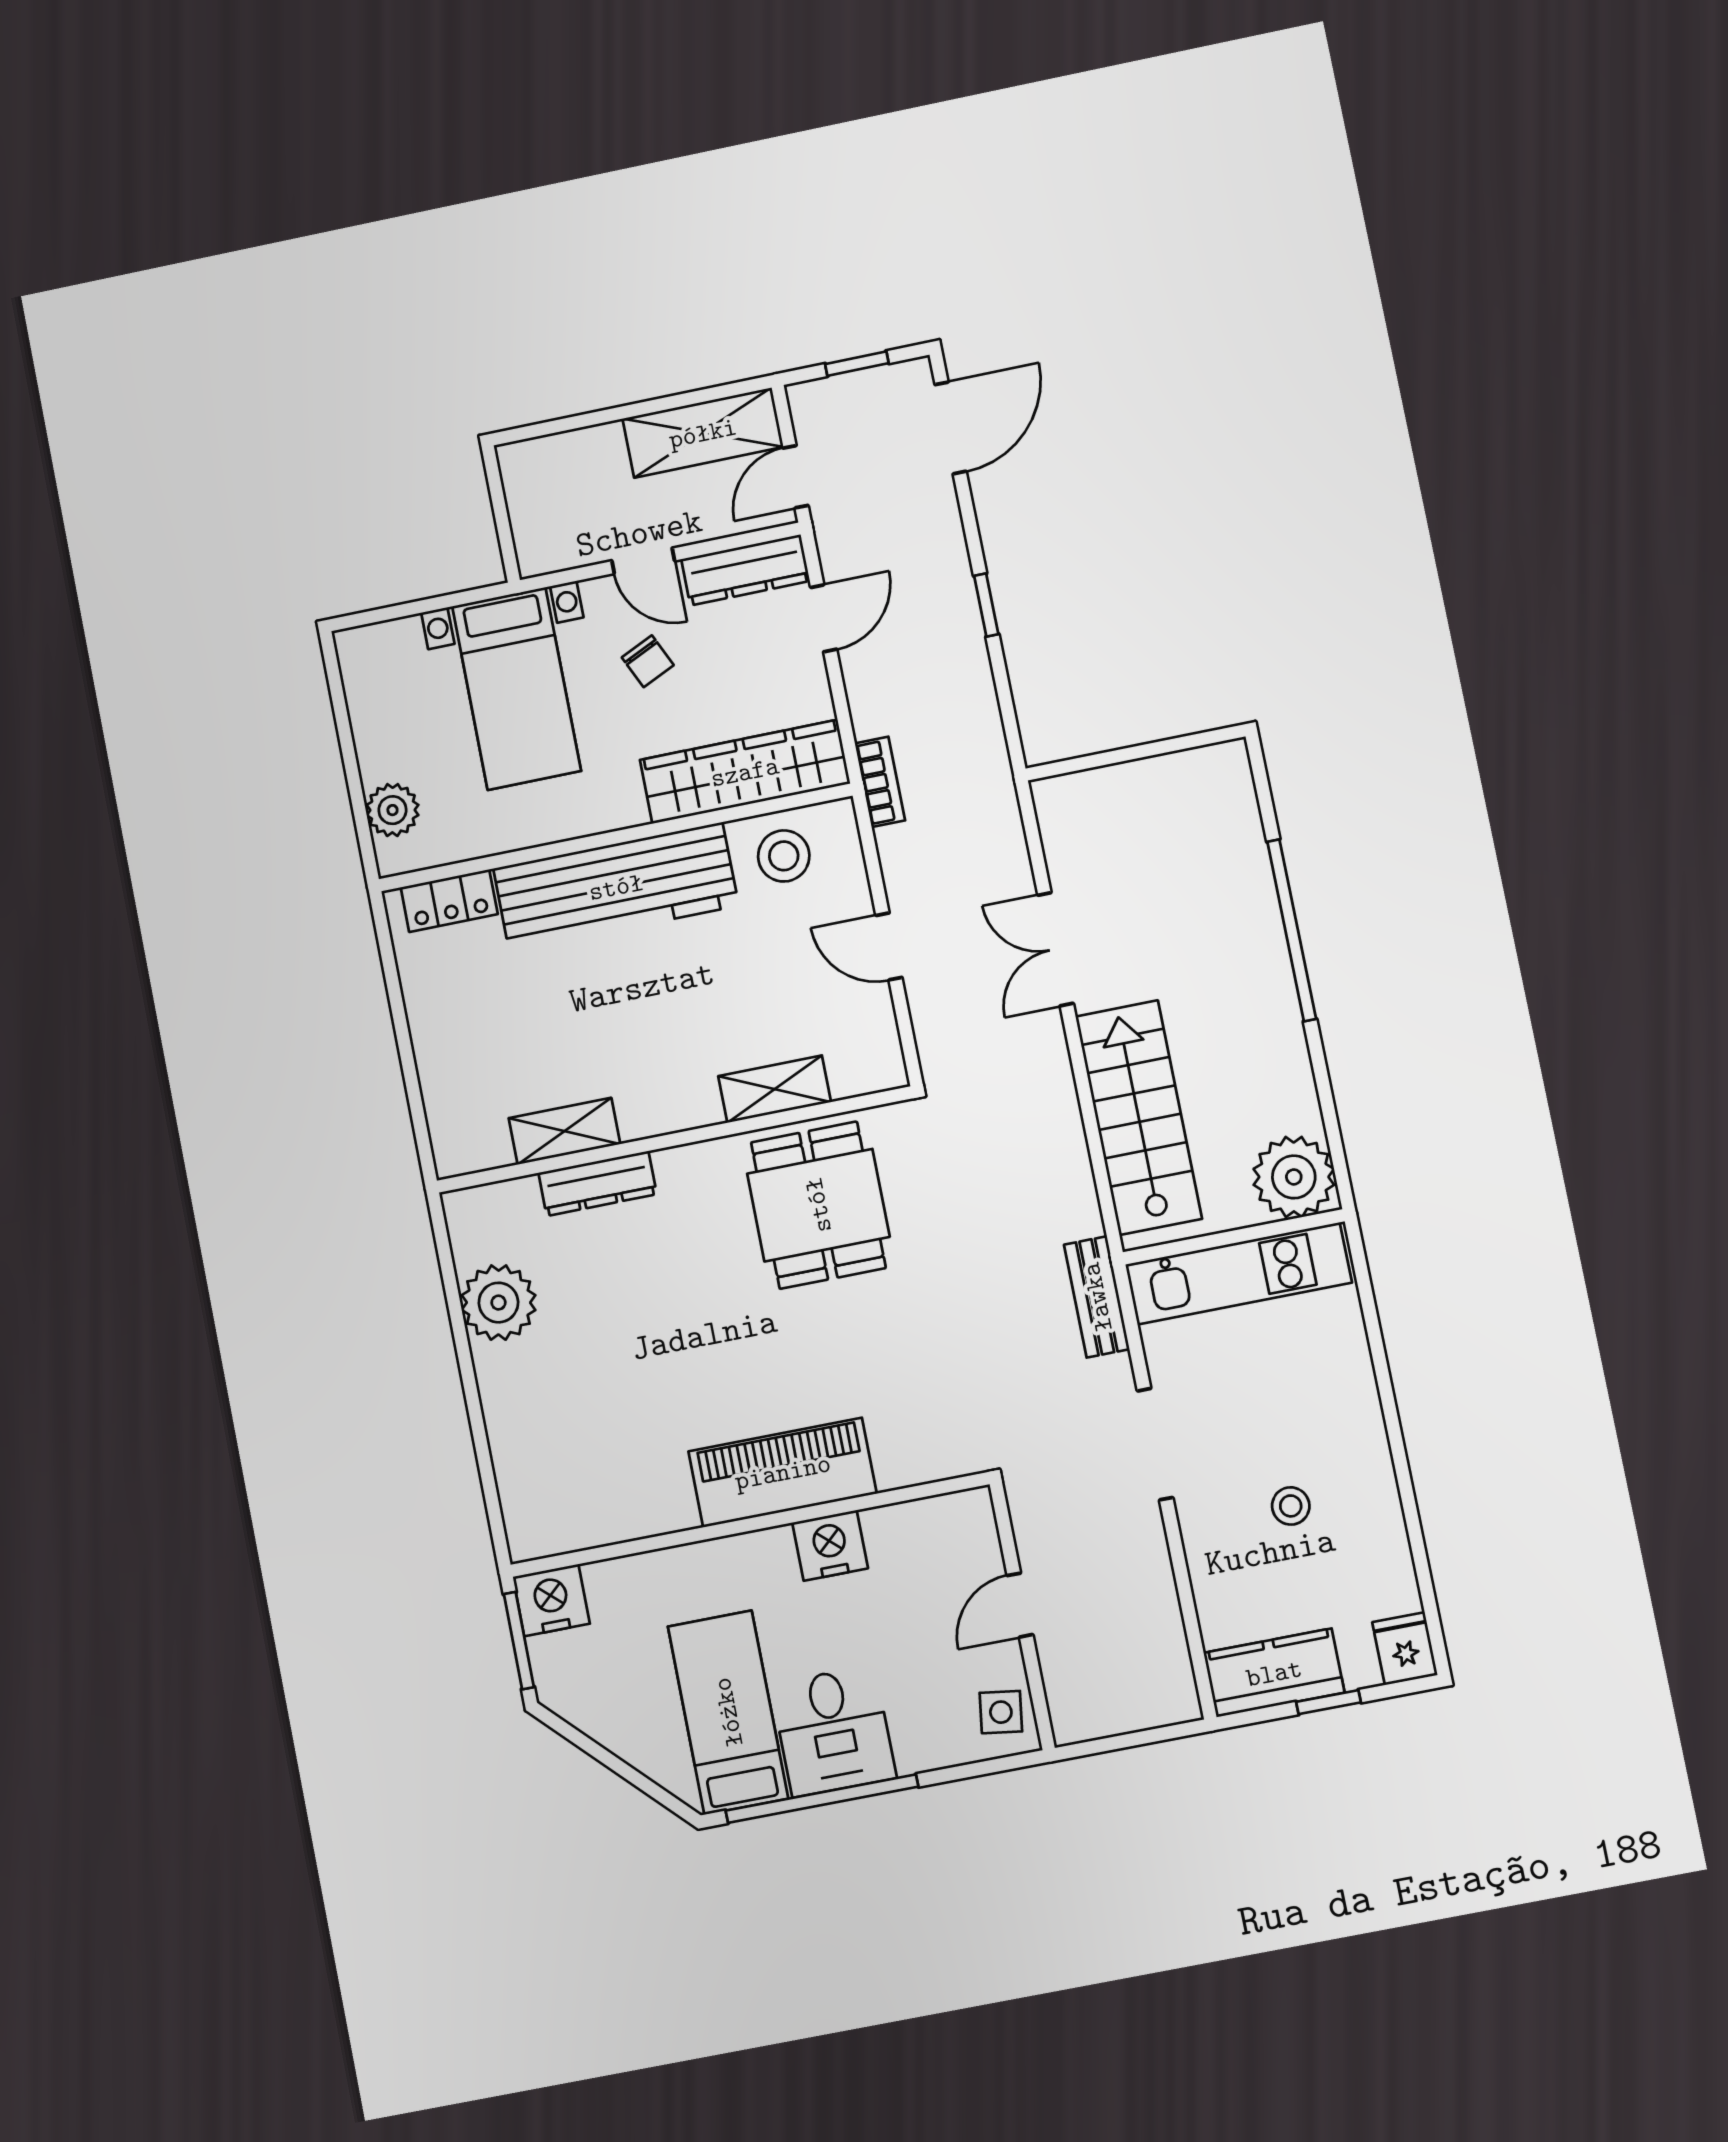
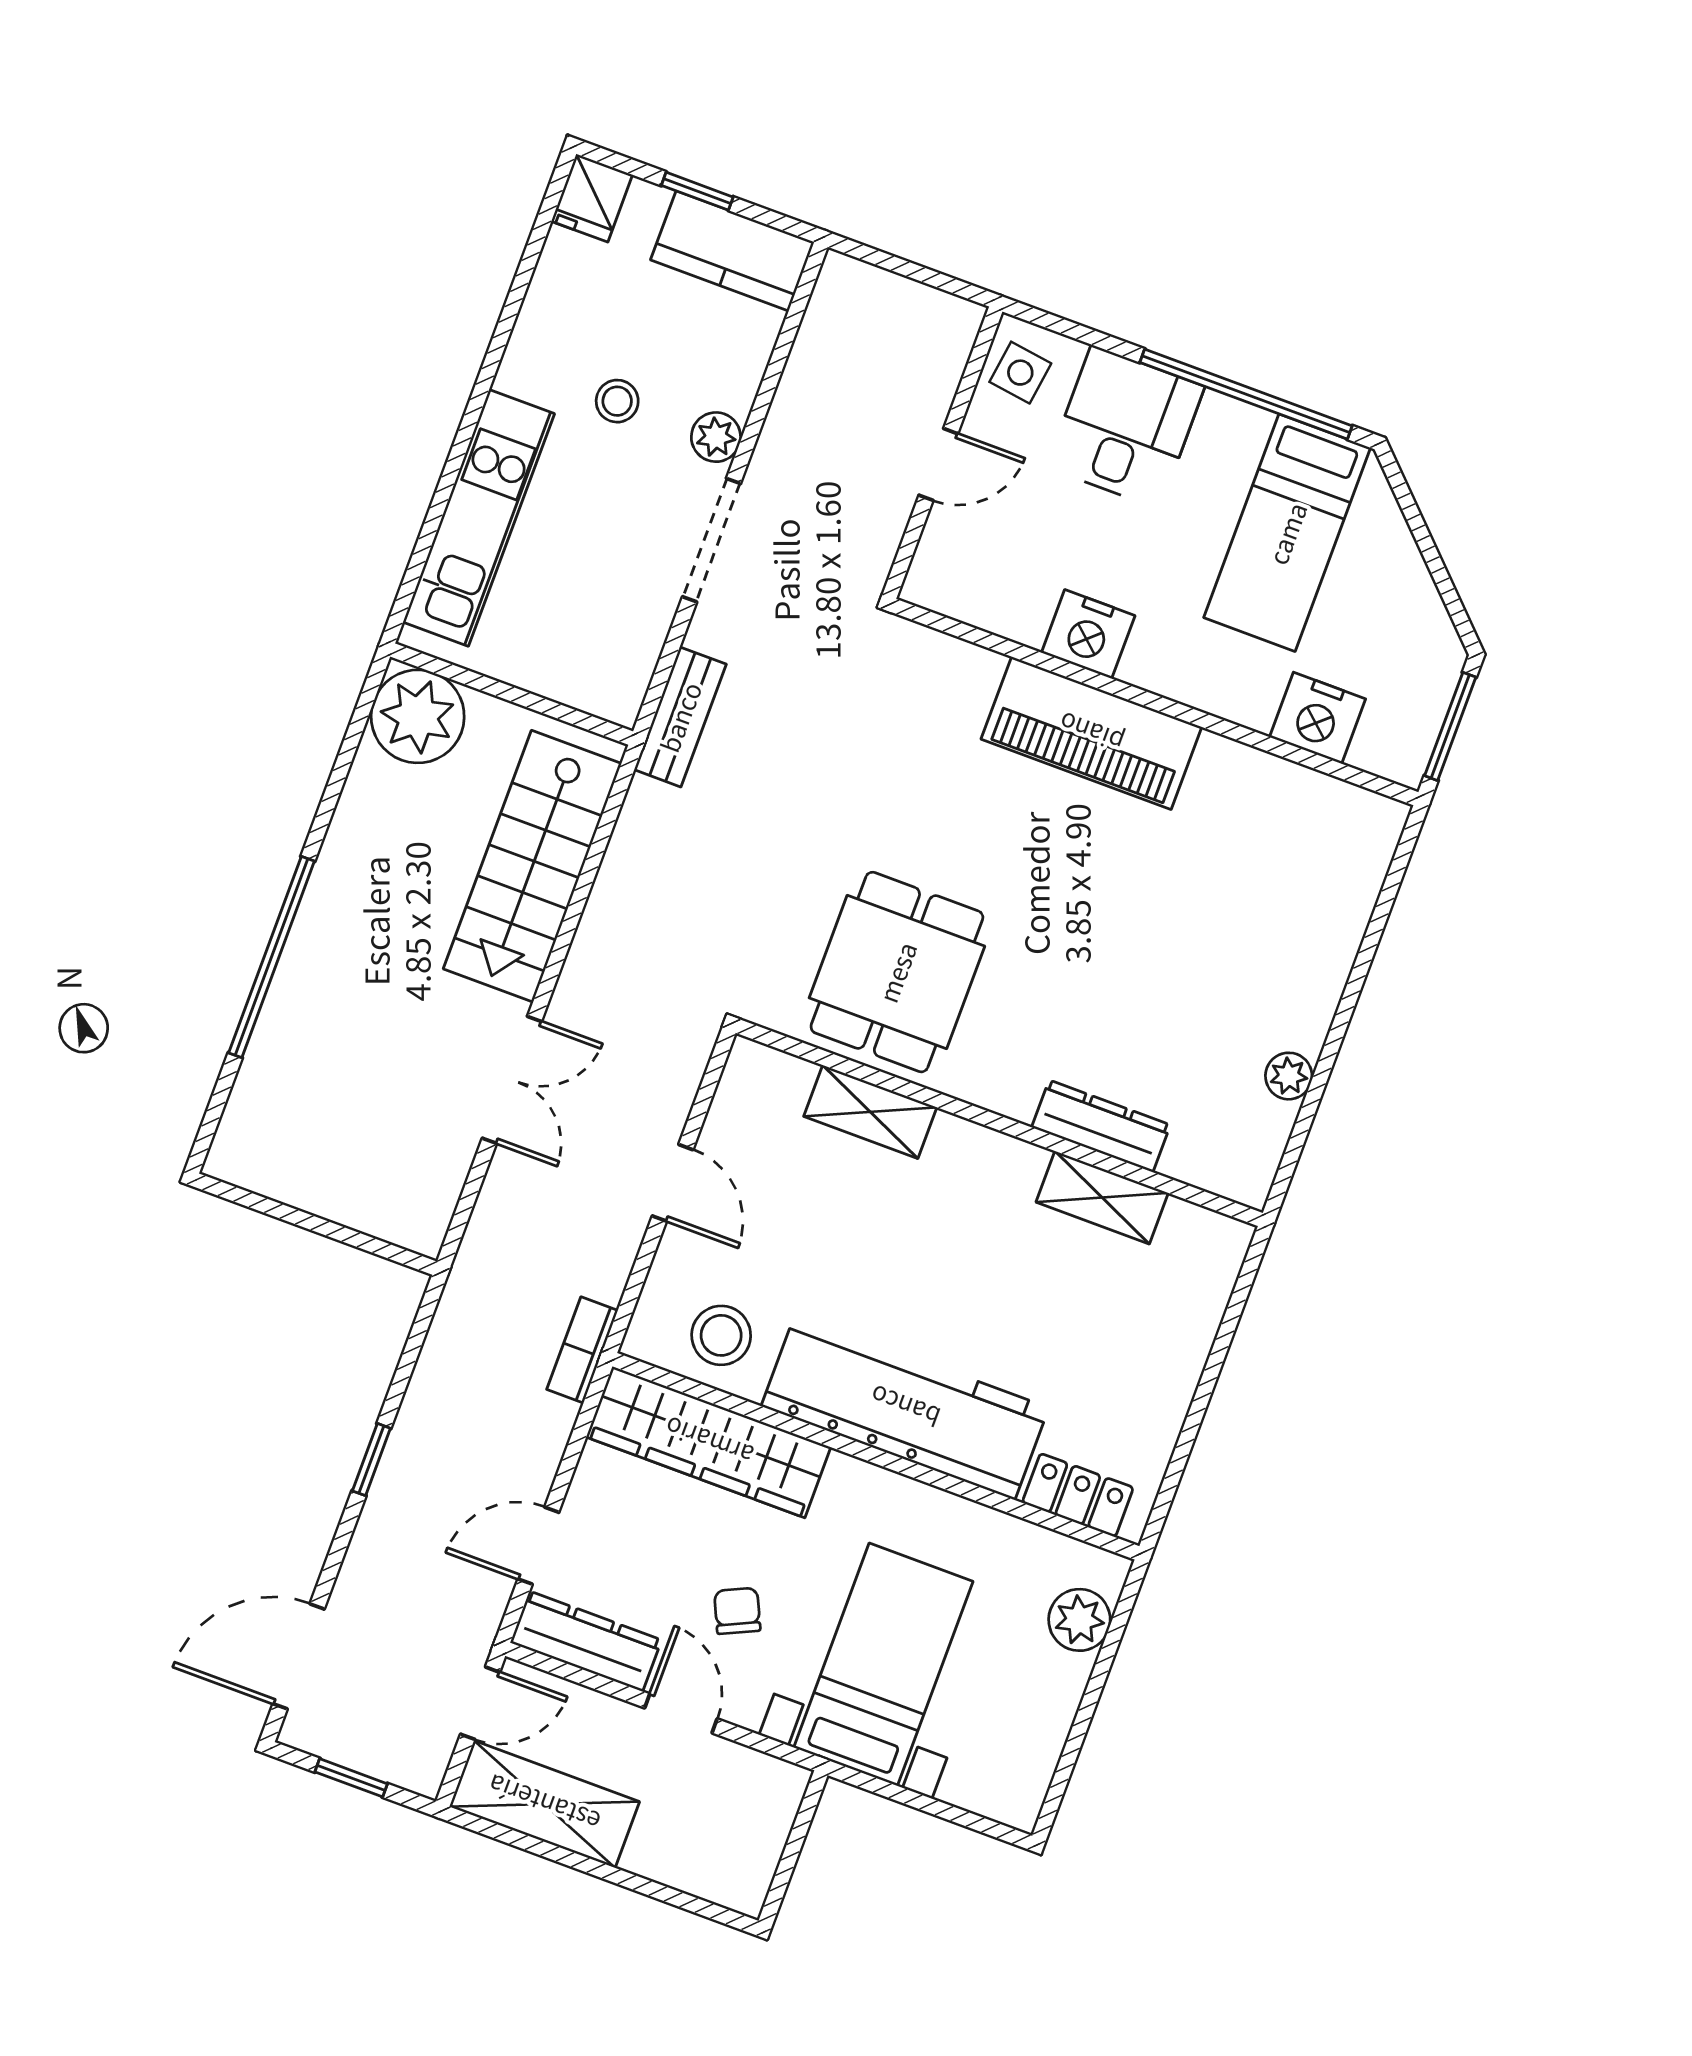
kitchen unit: (1238, 1274) -> (479, 518), moved, turned 90
plant: (498, 1303) -> (1289, 1076), width x0.53, depth x0.53
plant: (1200, 1524) -> (716, 437), added
nightstand: (551, 1600) -> (1317, 718), moved
desk: (833, 1731) -> (1125, 427), moved

